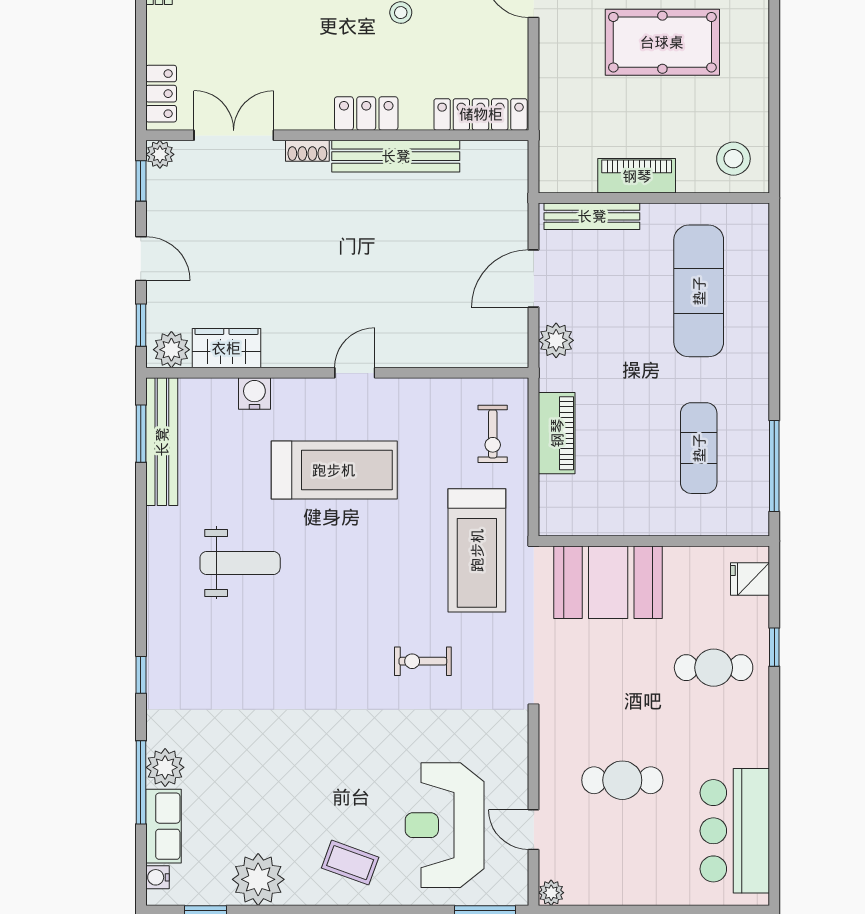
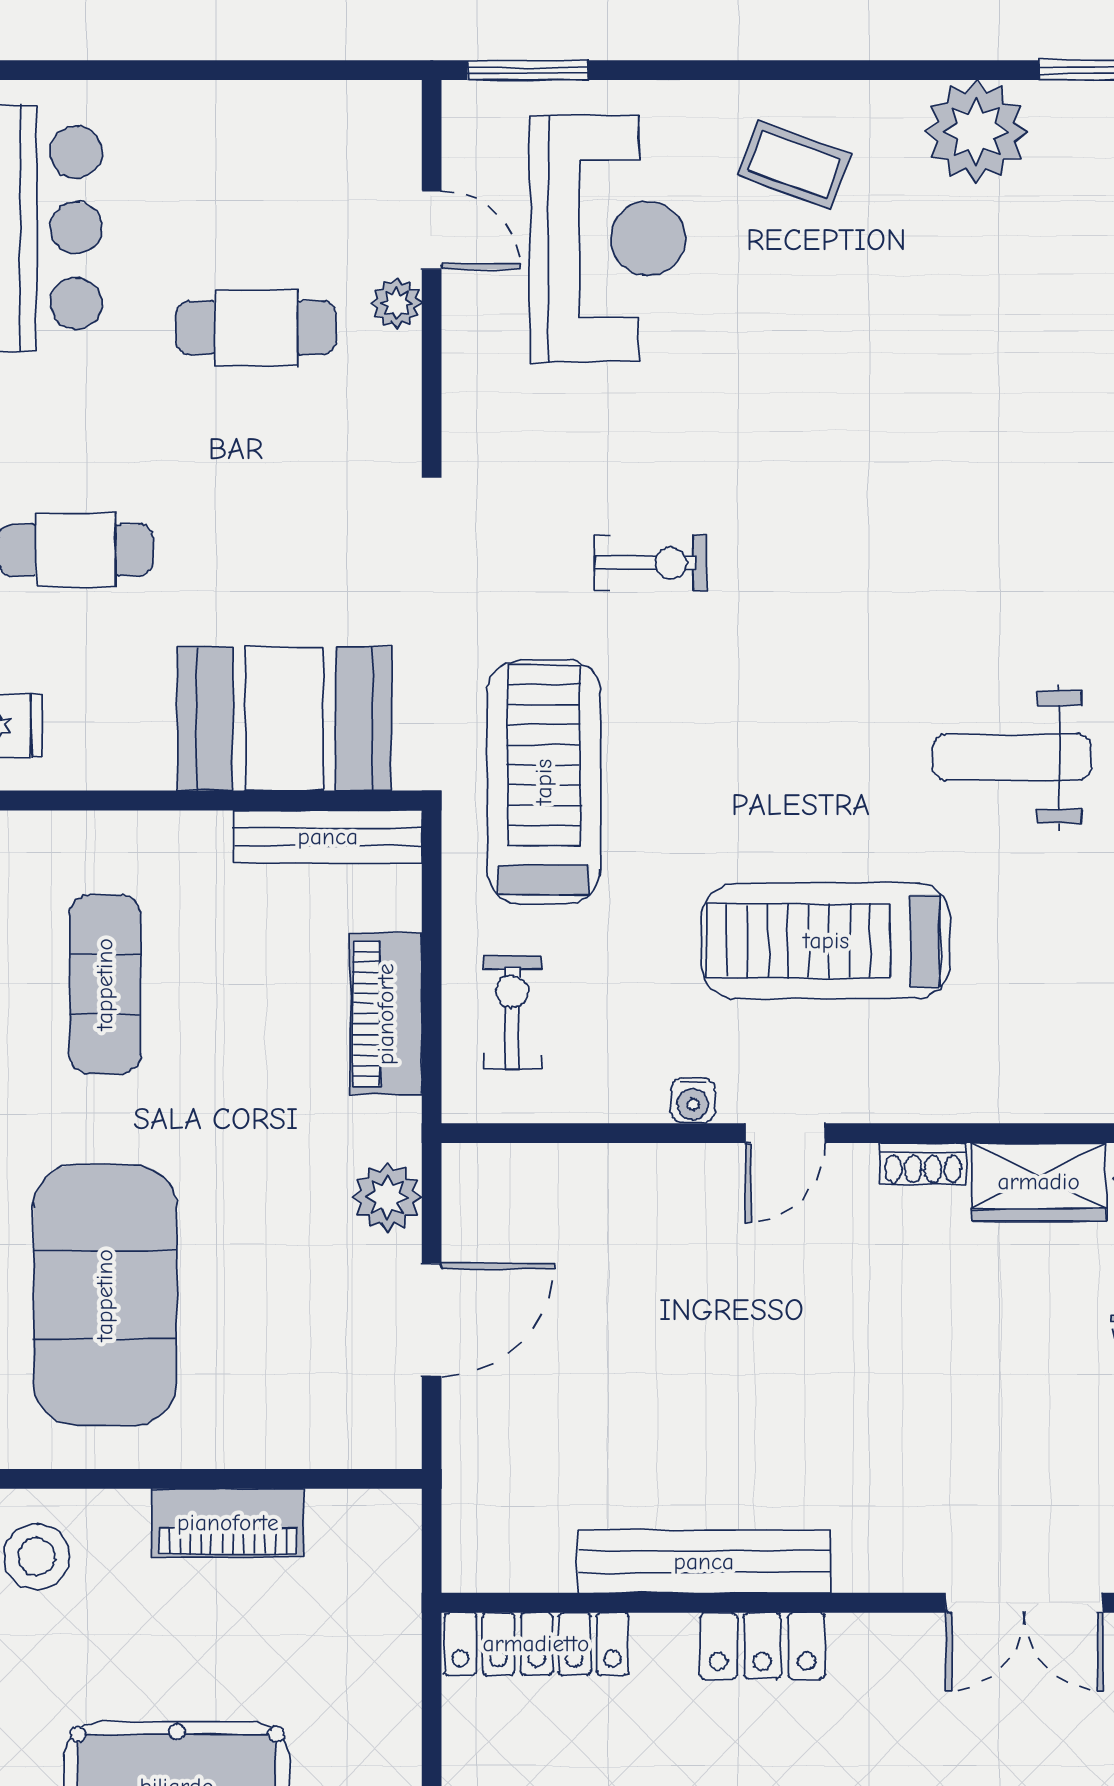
shoe rack: (307, 151) -> (923, 1164), moved, turned 180
bench: (592, 216) -> (328, 837), moved
exercise mat: (699, 291) -> (105, 1295), width x1.47
water cooler: (254, 394) -> (693, 1101), moved, width x0.72, depth x0.72
plant: (551, 893) -> (397, 303), moved

